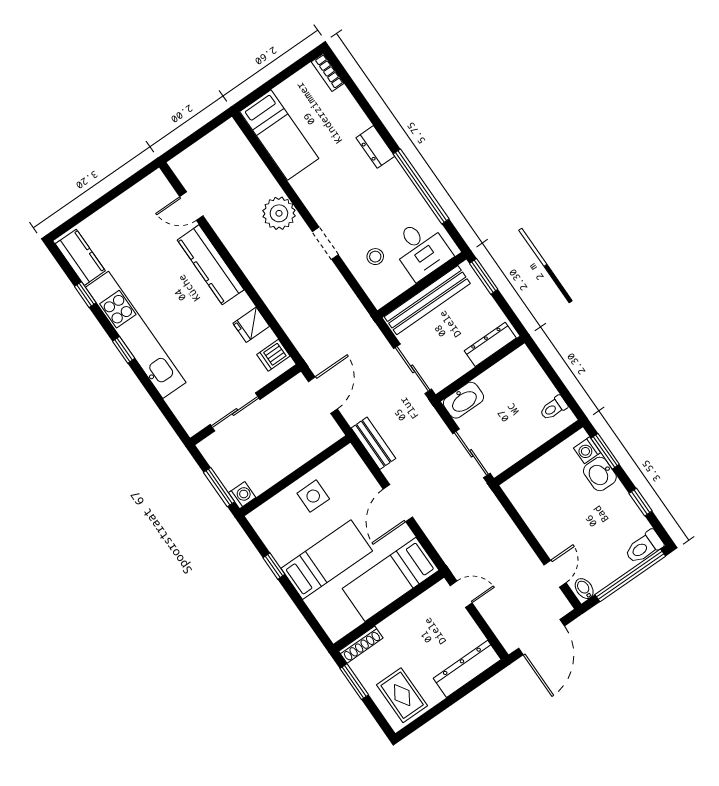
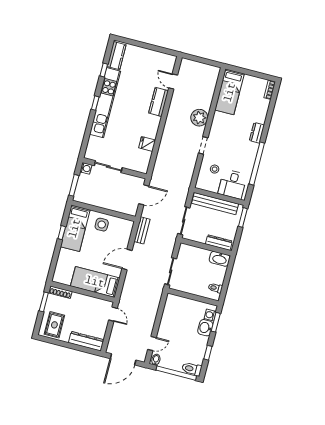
kitchen counter: (211, 265) -> (159, 102), width x0.67
dishwasher: (273, 355) -> (143, 163), removed
washbasin: (463, 400) -> (220, 259), moved
washing machine: (242, 495) -> (86, 168), moved
bed: (327, 560) -> (75, 228), moved, turned 90

